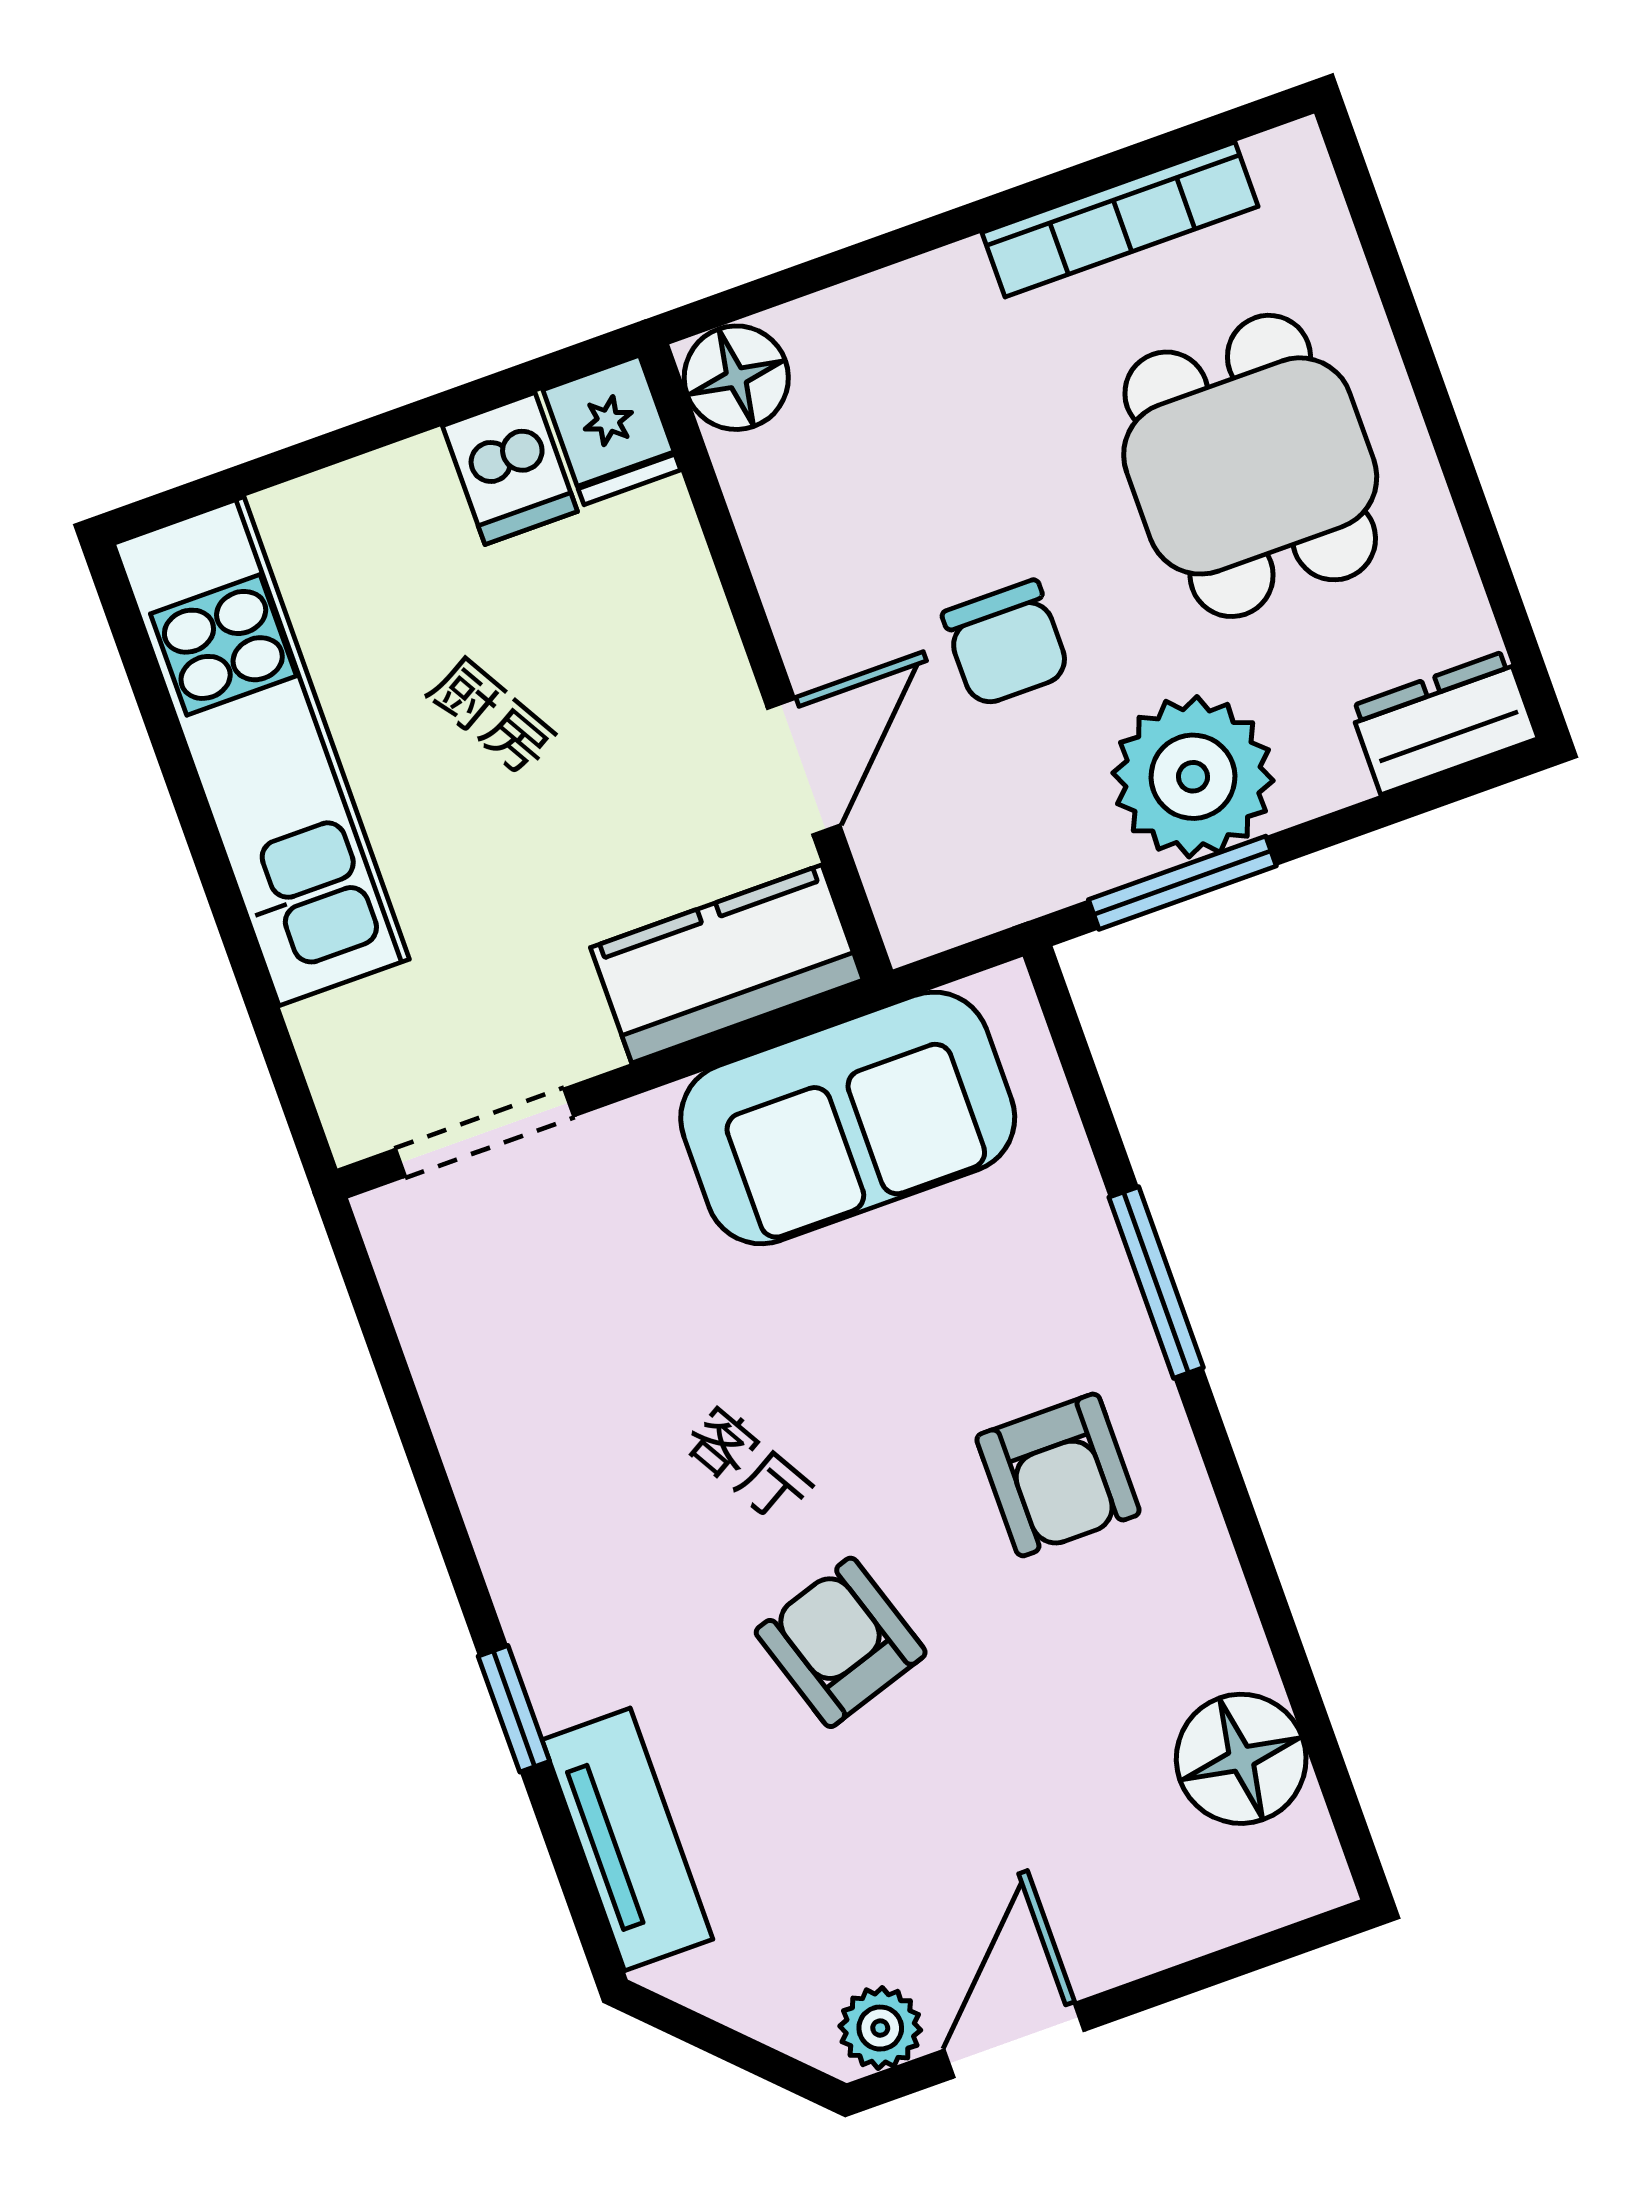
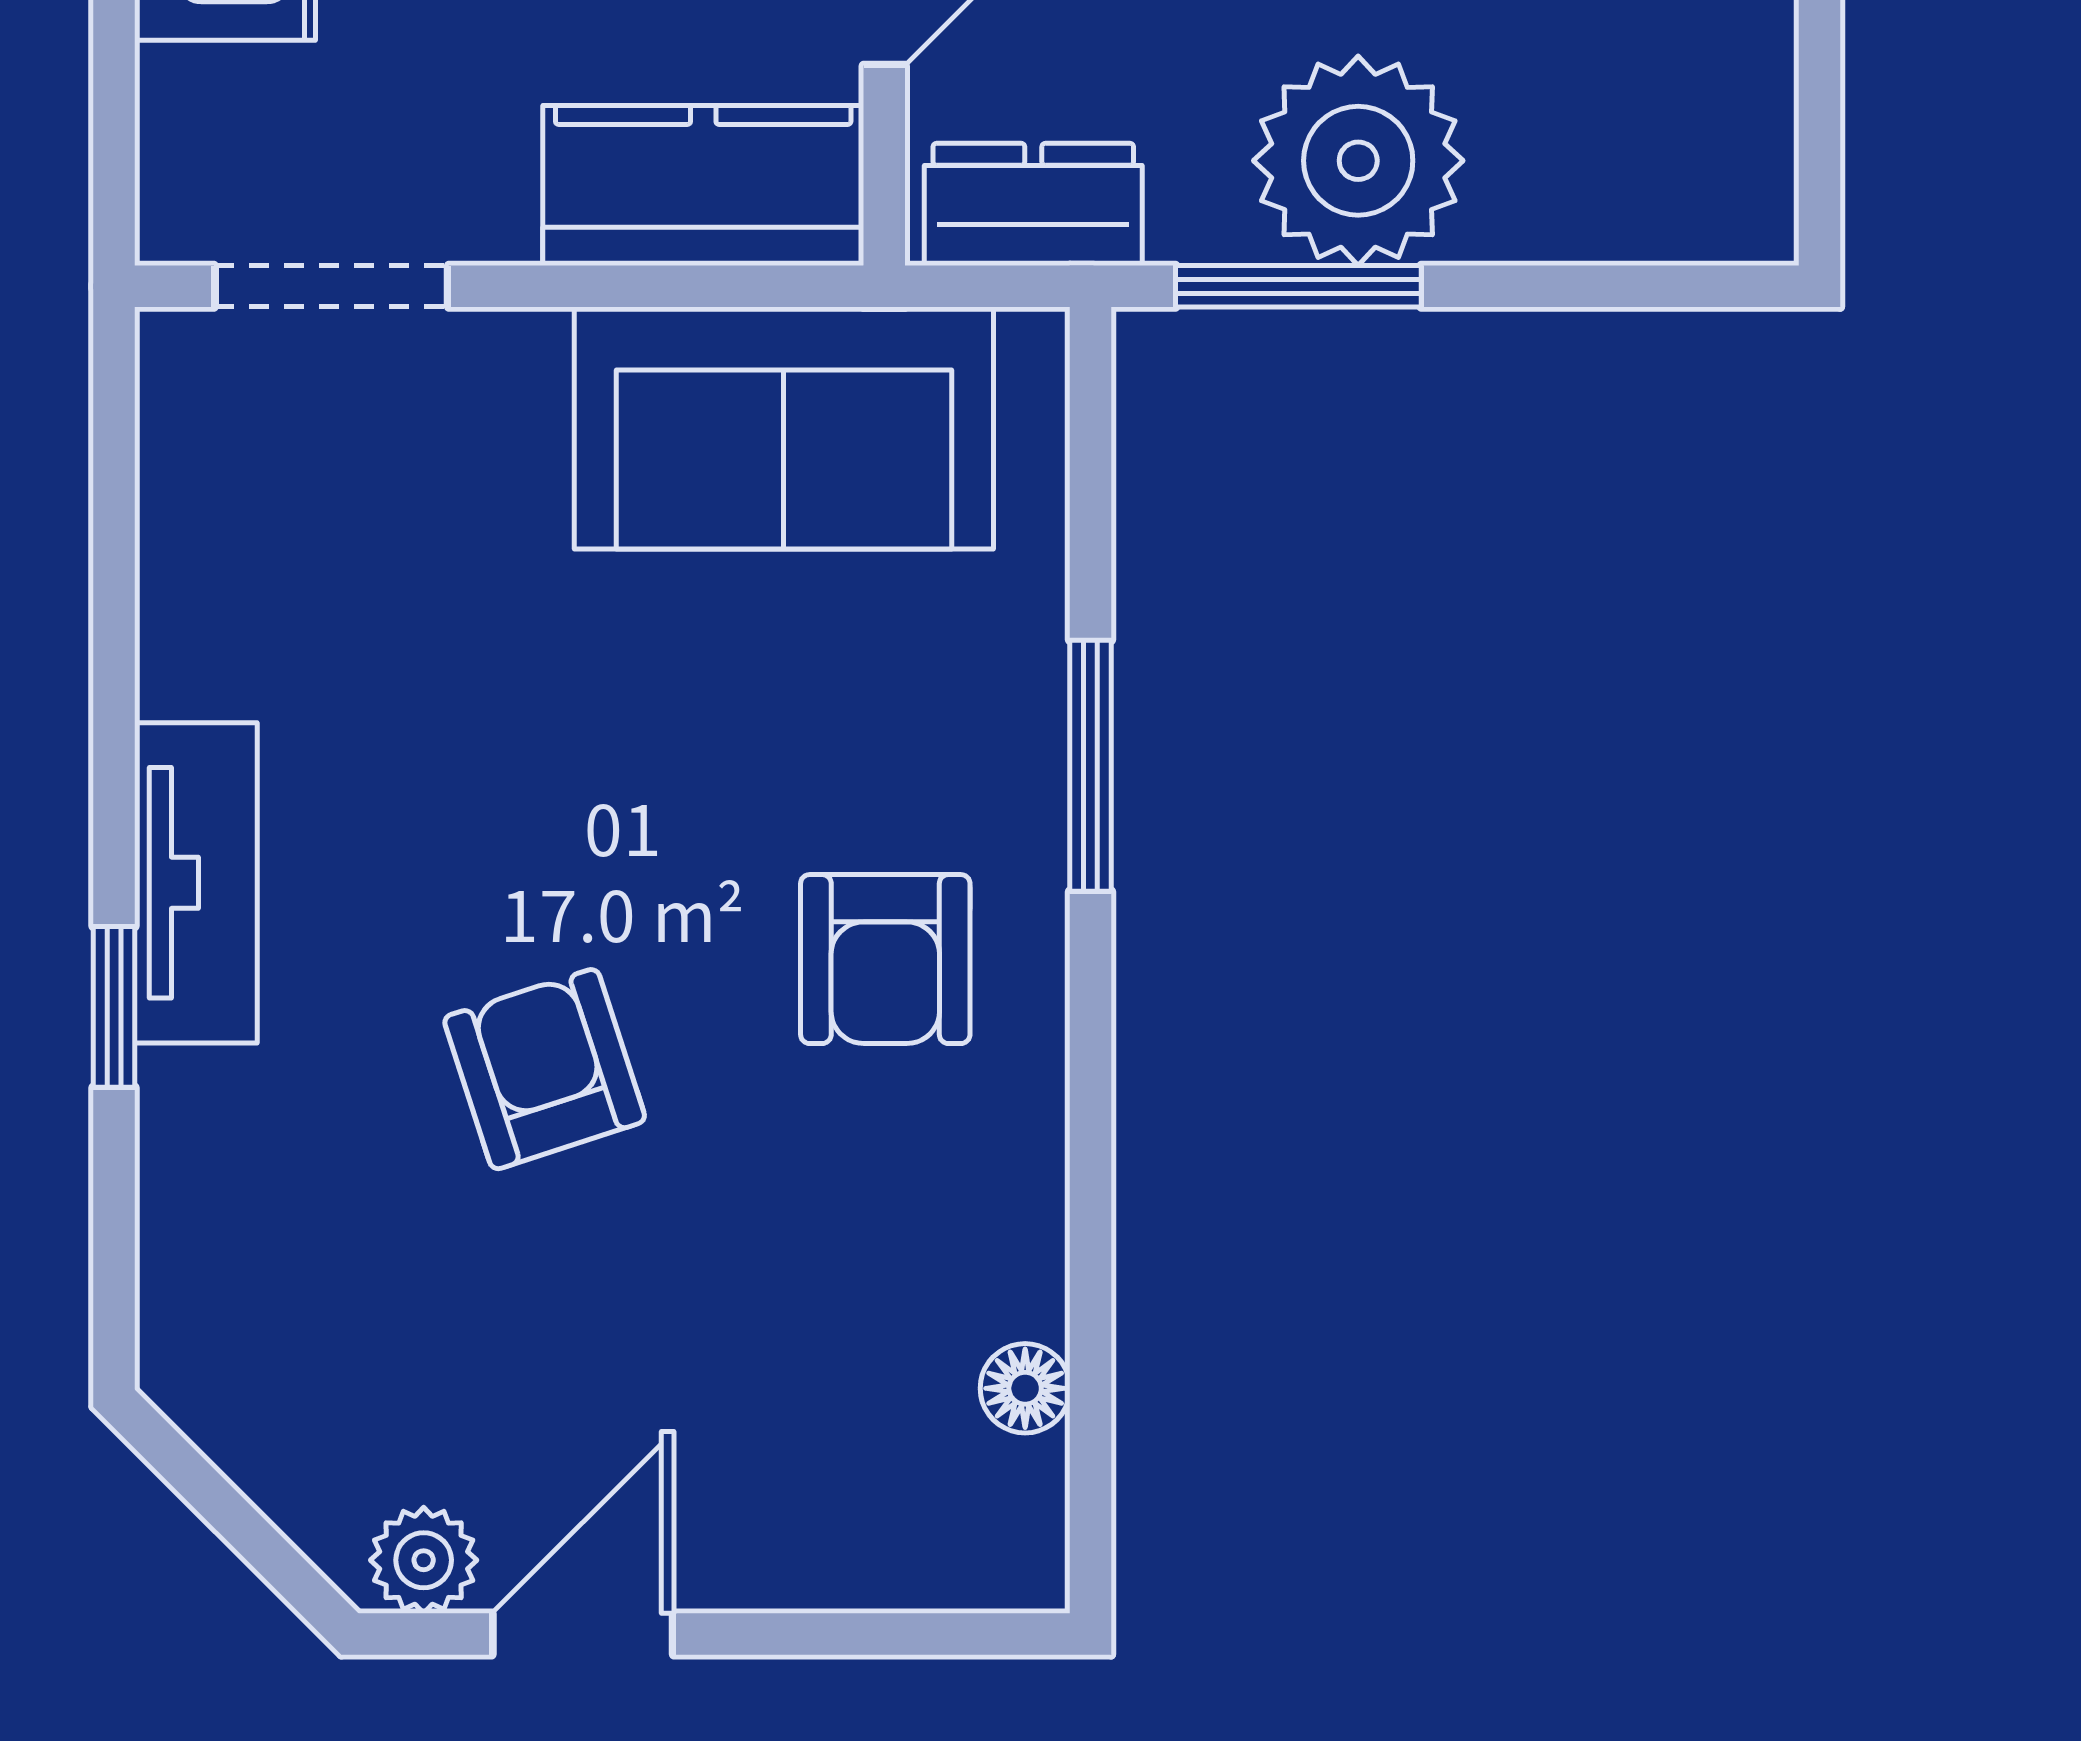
dresser: (1444, 723) -> (1033, 204), moved
floor lamp: (1241, 1759) -> (1025, 1388), width x0.53, depth x0.53
tv unit: (627, 1839) -> (196, 883), moved

